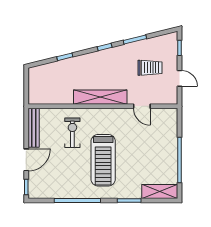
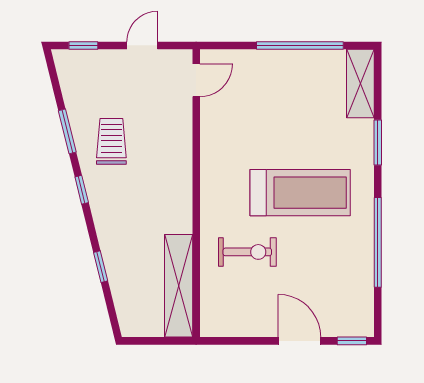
trolley: (150, 68) -> (111, 141), moved
shelving: (100, 97) -> (179, 286), moved
door: (142, 106) -> (196, 80), moved
bench: (34, 128) -> (238, 327), removed
exercise bike: (72, 133) -> (247, 252), turned 180

